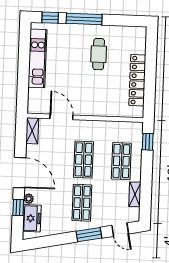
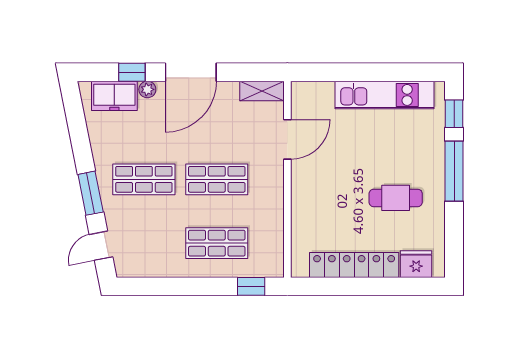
fridge: (138, 44) -> (416, 264), added
shelving: (135, 194) -> (161, 268), removed

